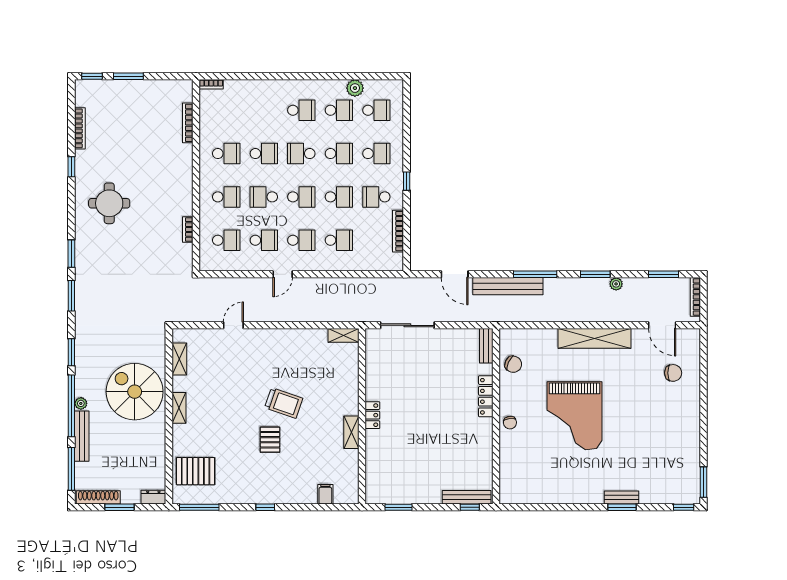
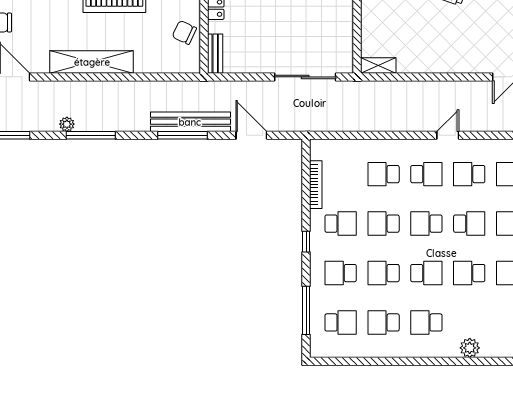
plant: (355, 88) -> (470, 348), moved
school desk: (376, 110) -> (341, 322), turned 180
window: (407, 121) -> (306, 310), added
school desk: (301, 240) -> (426, 174), turned 180
window: (535, 274) -> (183, 135), moved
window: (595, 274) -> (91, 135), width x1.44

